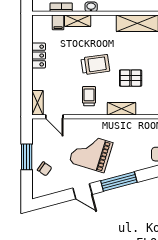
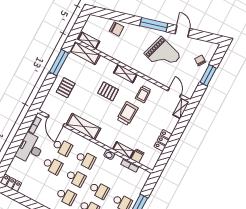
trolley: (95, 65) -> (127, 114), turned 100

